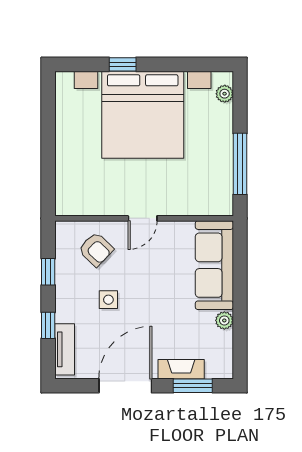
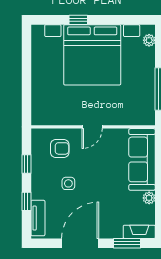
armchair: (96, 249) -> (60, 148), turned -44
fireplace: (181, 369) -> (139, 232), moved

